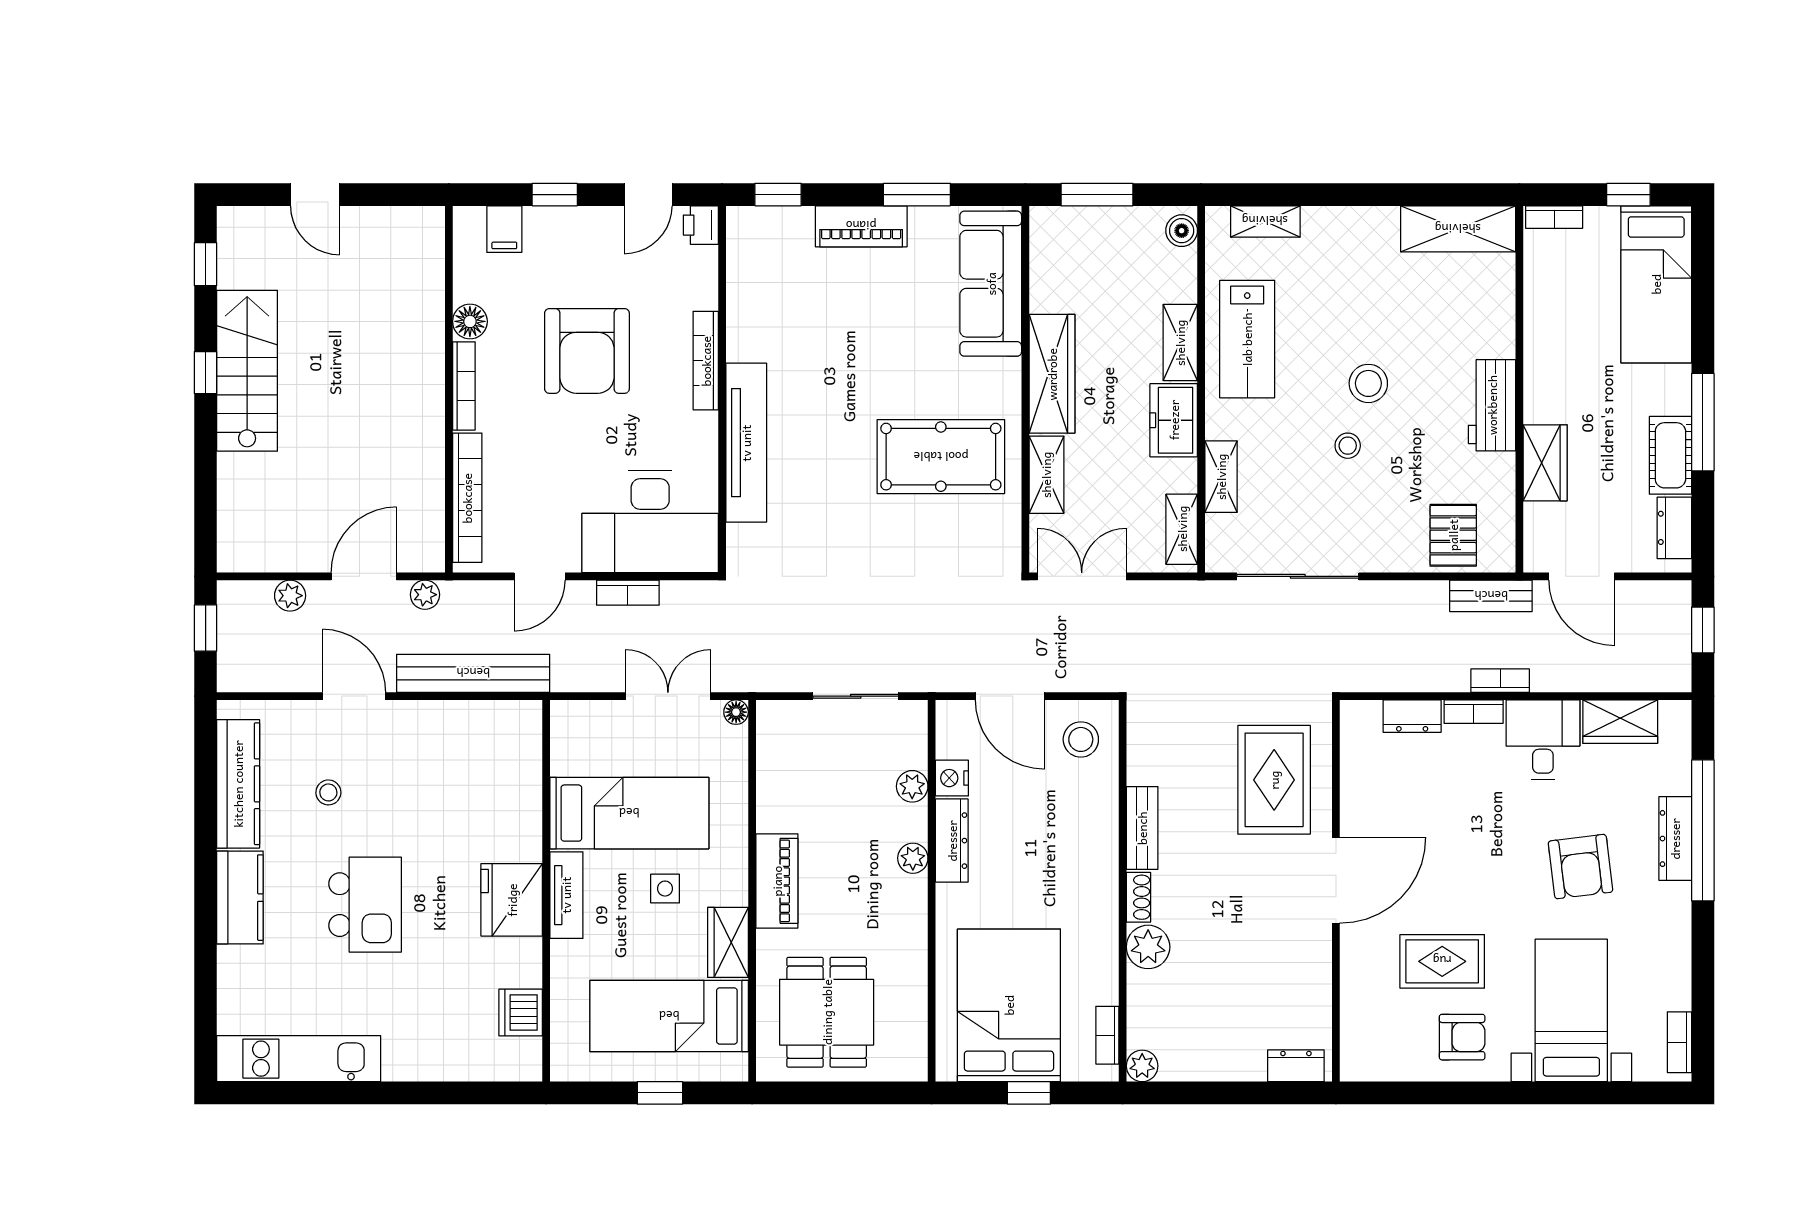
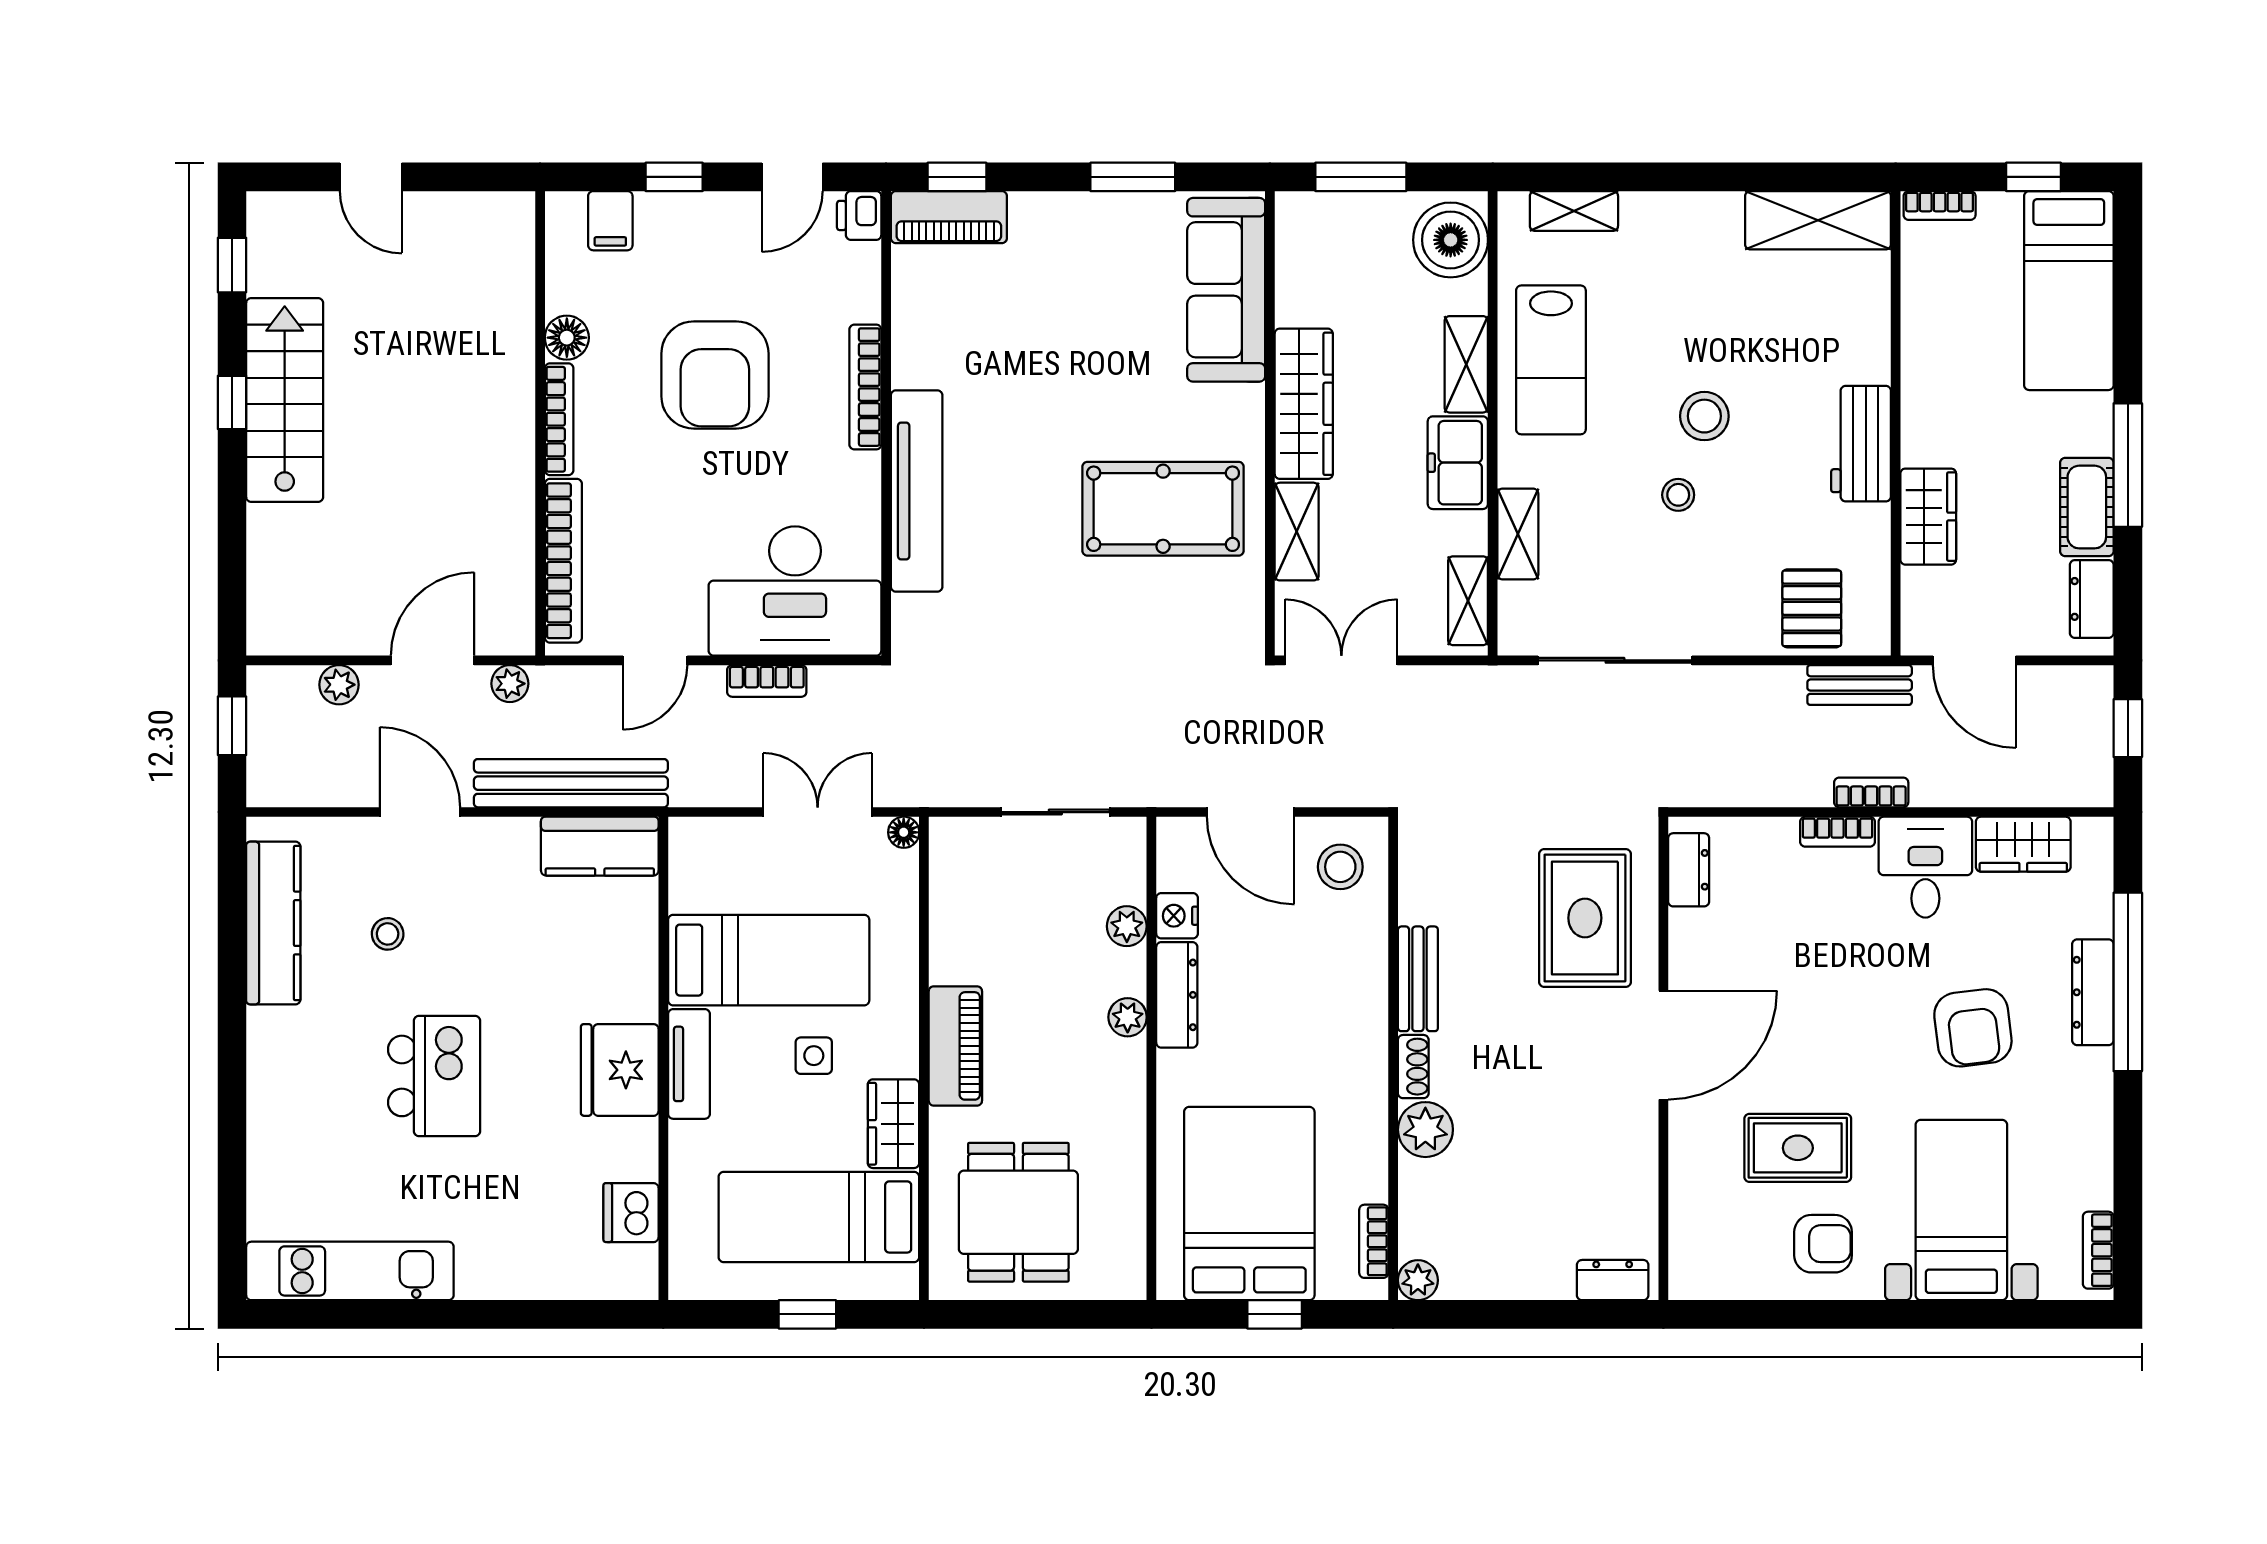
piano: (861, 226) -> (949, 217), moved
boiler: (1182, 231) -> (1451, 240), width x1.86, depth x1.86
dresser: (1412, 716) -> (1689, 870), moved, turned -90
kitchen counter: (240, 898) -> (600, 846), moved, turned 90

